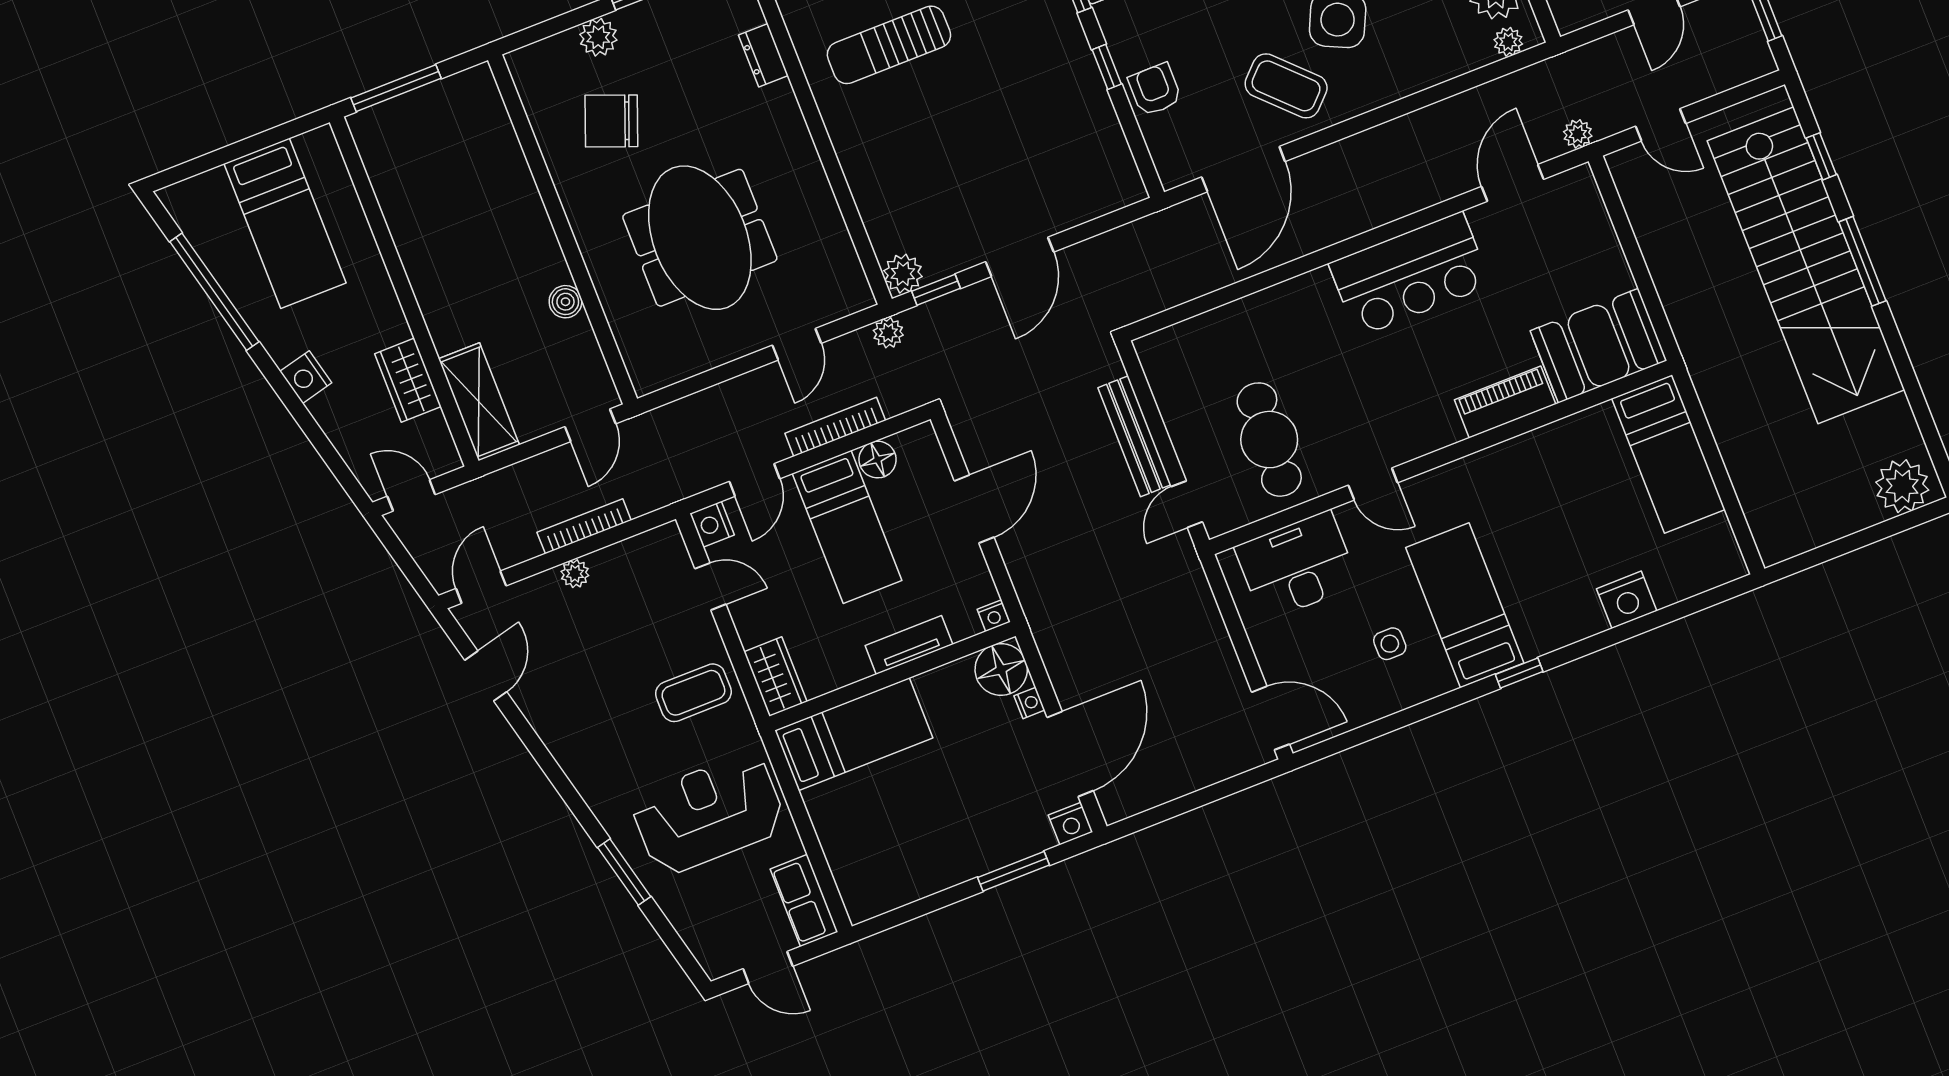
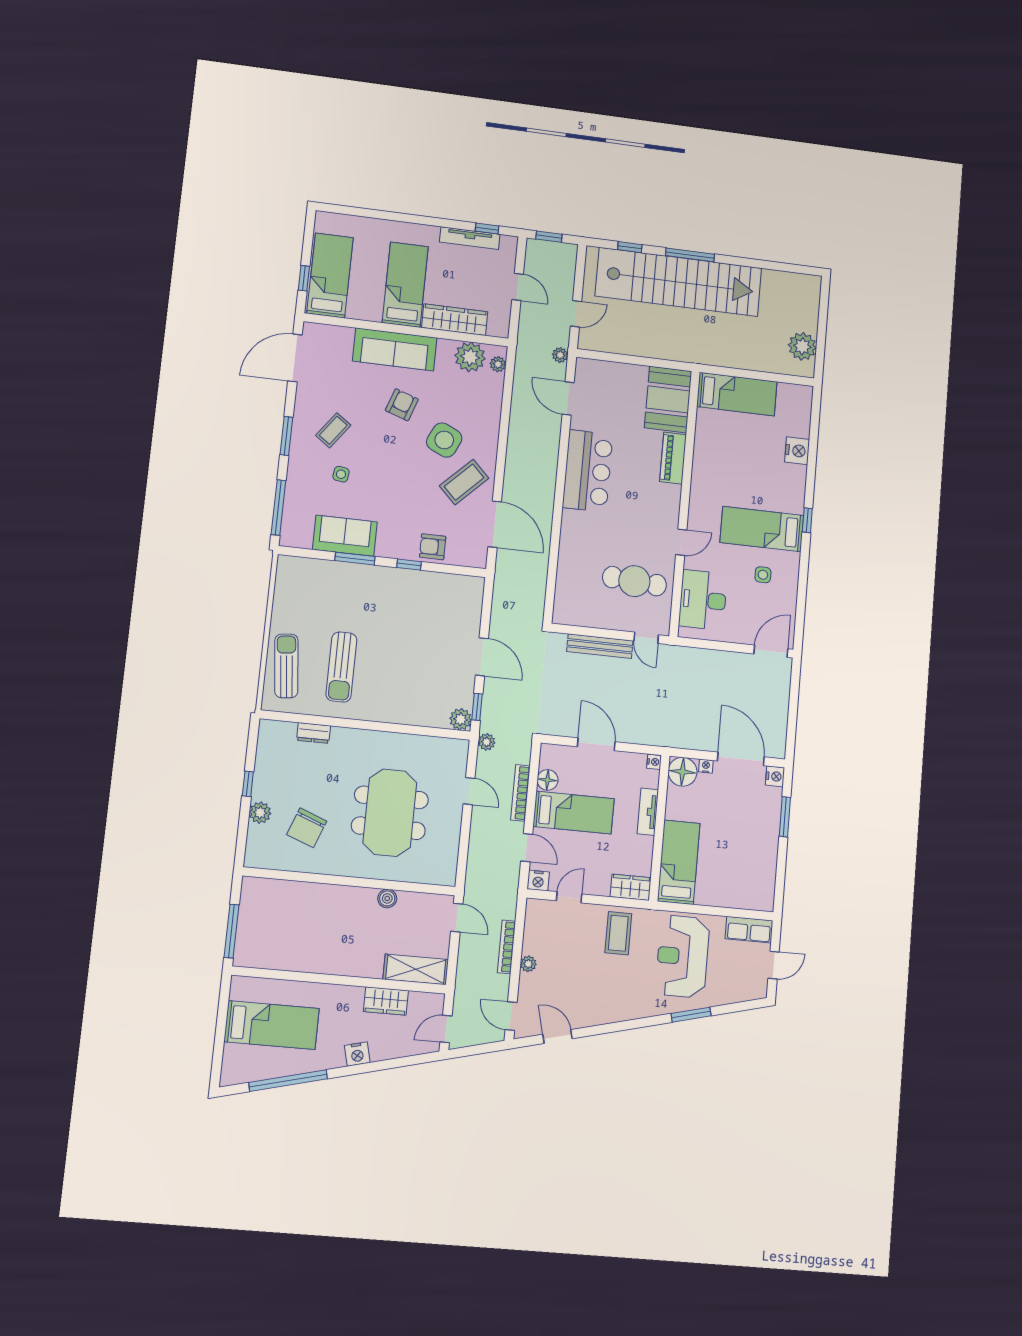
meeting table: (700, 238) -> (390, 813), turned 90
plant: (1902, 486) -> (802, 346), moved

